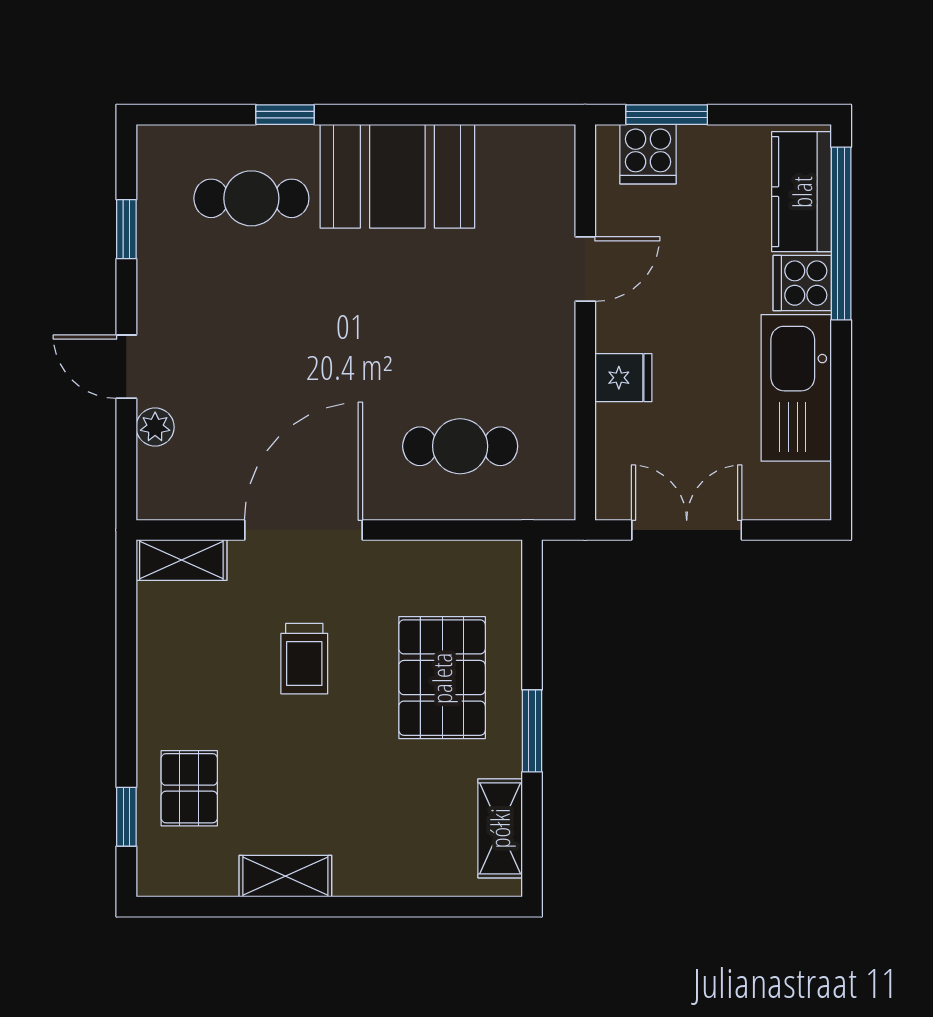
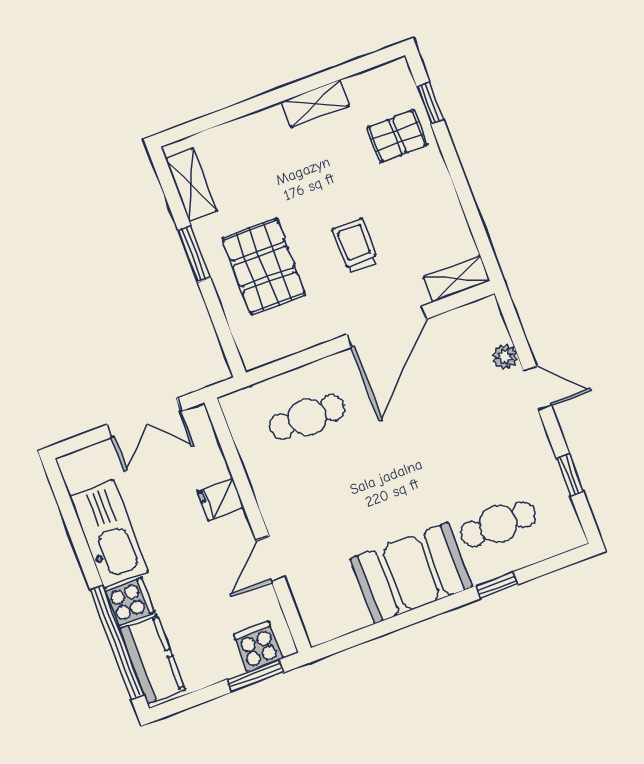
pallet: (189, 788) -> (397, 136), turned 90

